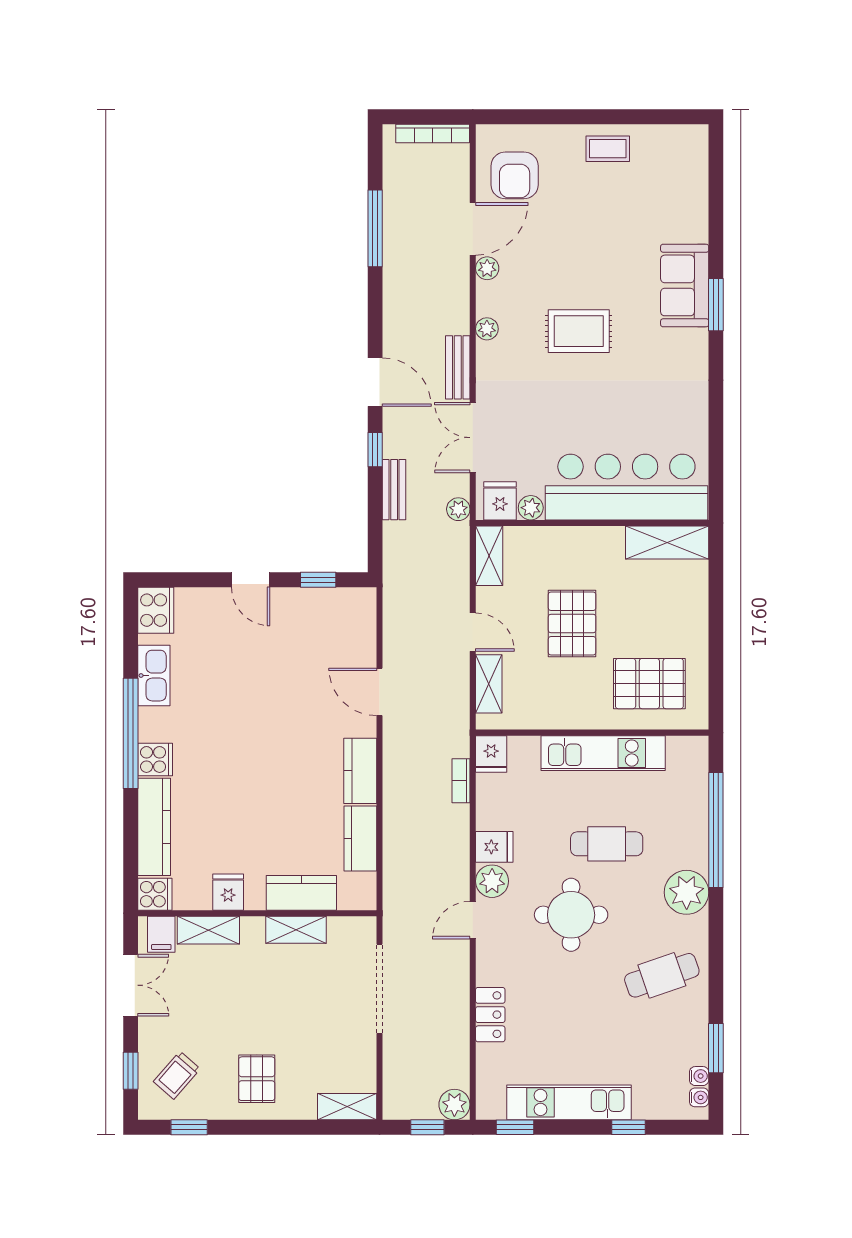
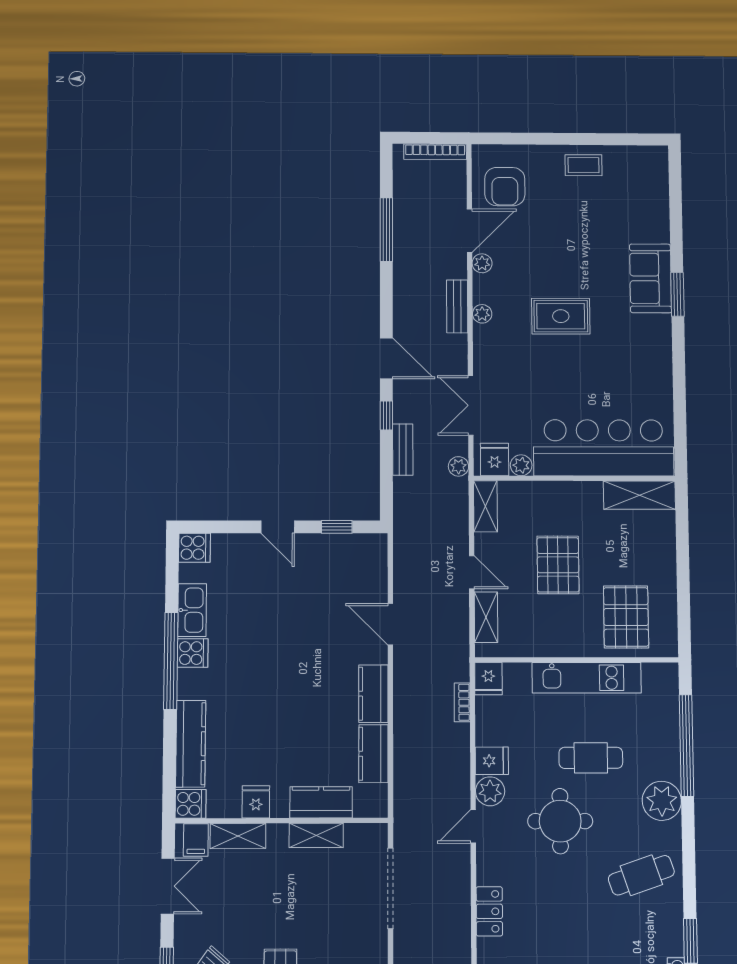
bench: (458, 367) -> (457, 306), moved
cooker: (156, 610) -> (194, 548), width x0.73
pallet: (649, 684) -> (626, 617), turned 90
cooker: (155, 759) -> (193, 653), moved

